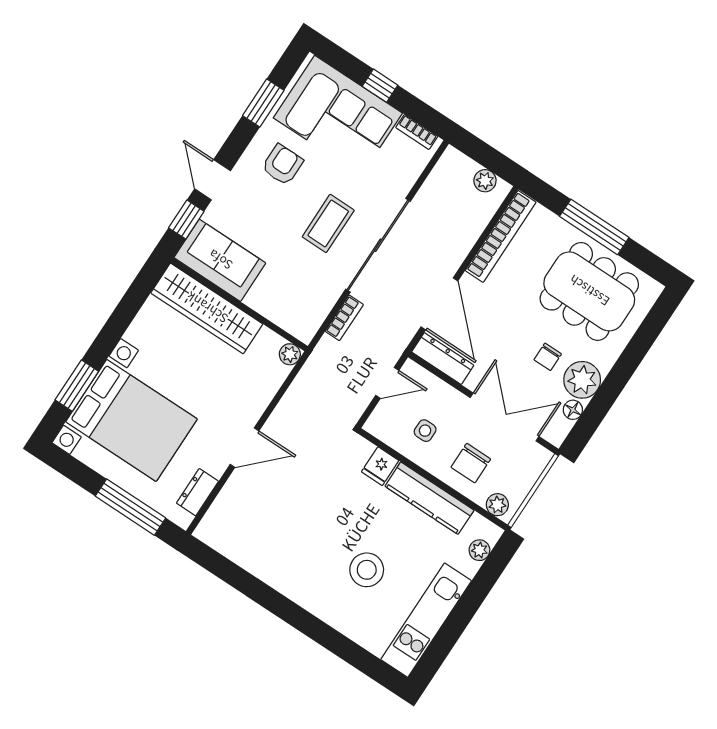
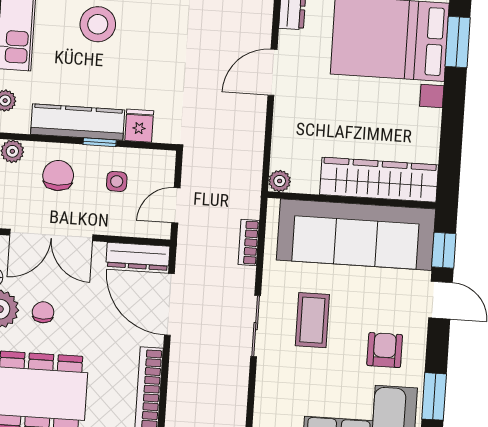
armchair: (282, 165) -> (385, 350), turned 180
sliding door: (378, 245) -> (256, 326), width x0.54
sofa: (220, 260) -> (356, 235), width x1.85, depth x1.27
window: (421, 471) -> (100, 142), added

